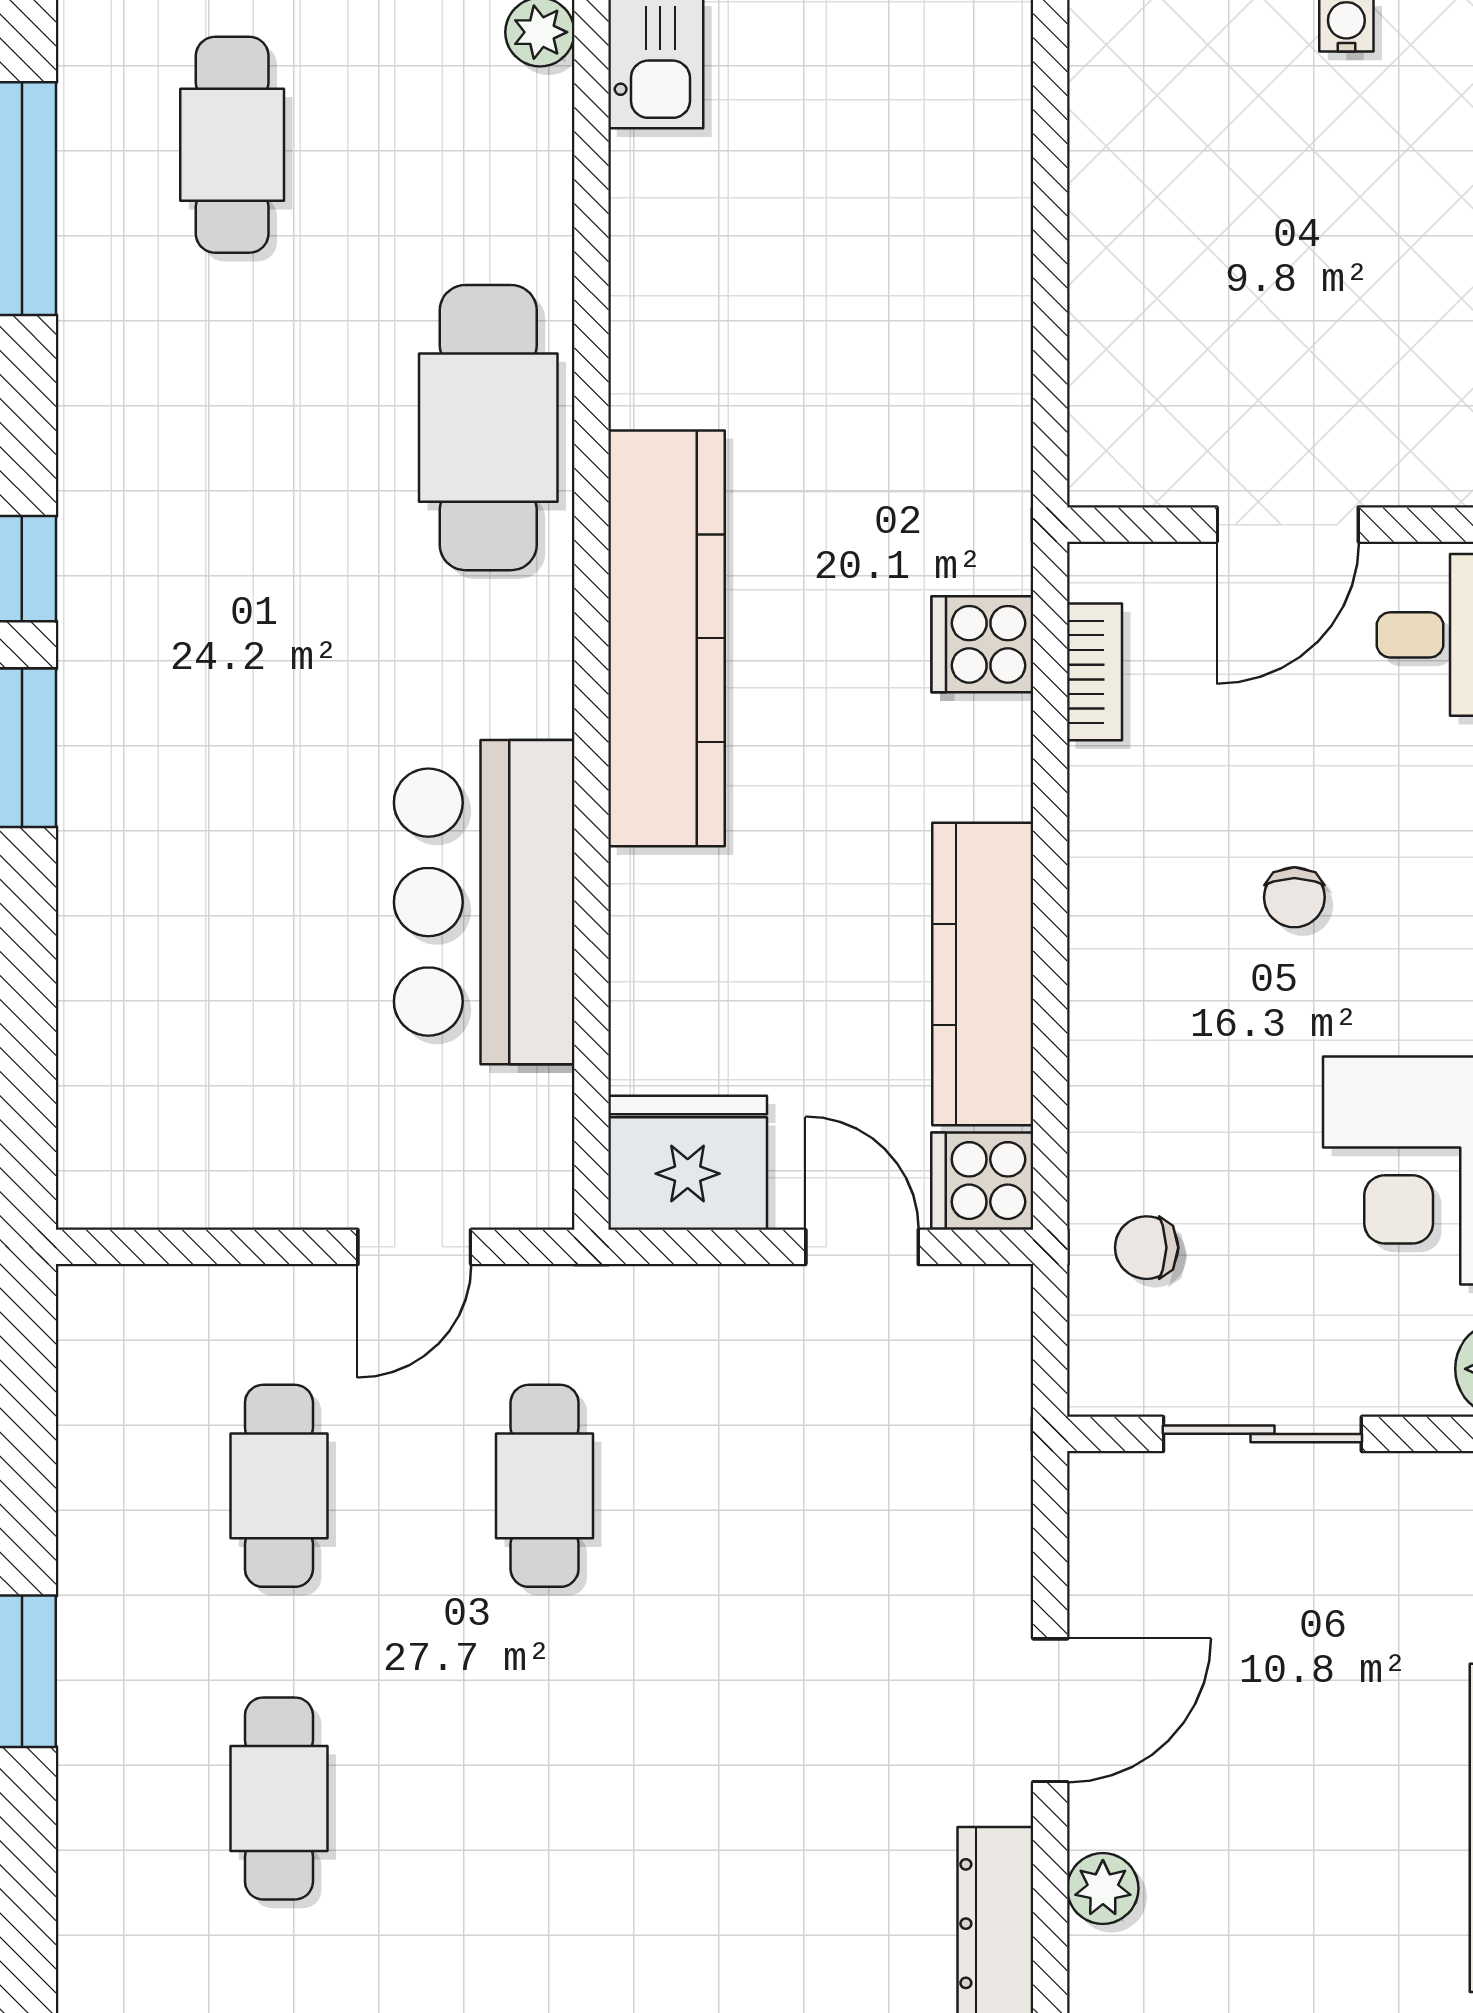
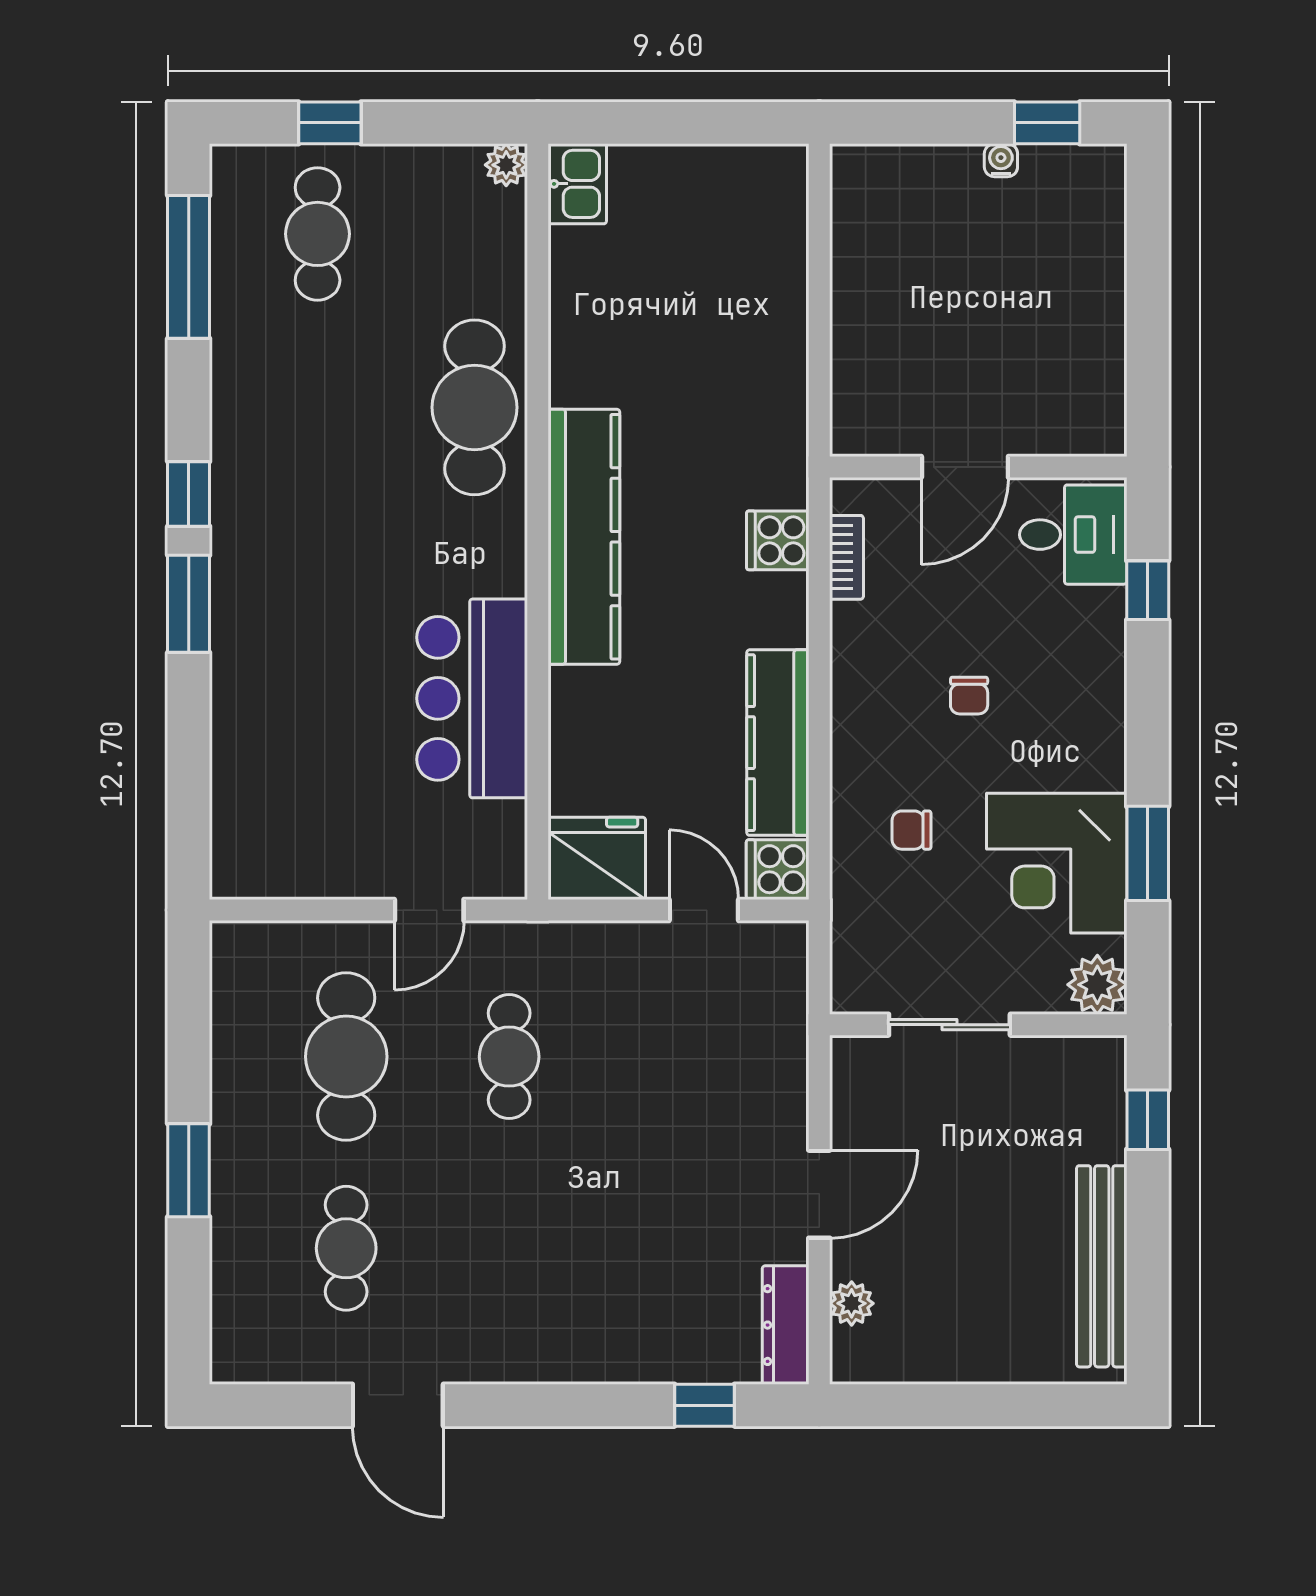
chair: (1147, 1248) -> (912, 830), moved
cafe table: (279, 1486) -> (346, 1057), width x1.37, depth x1.35

